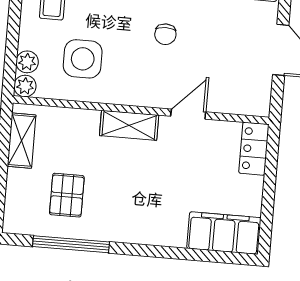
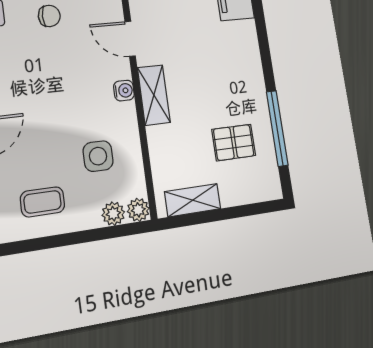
chair: (165, 34) -> (49, 16), moved
side table: (83, 59) -> (98, 156), width x0.73, depth x0.73
water cooler: (139, 97) -> (124, 91), added

